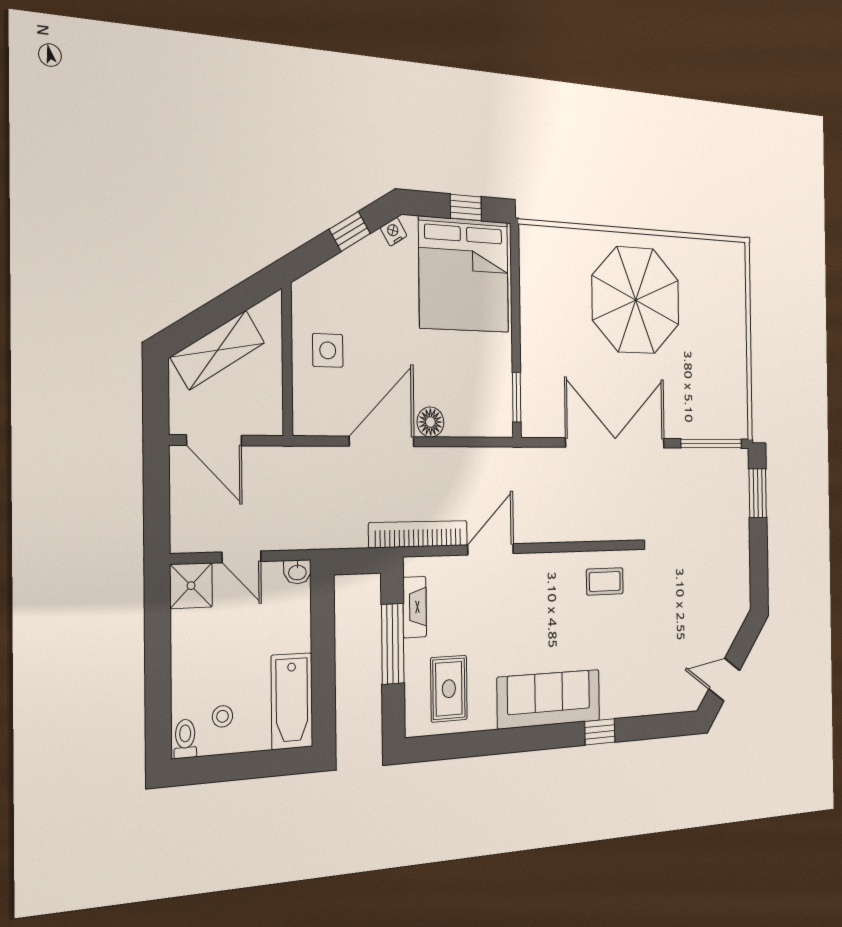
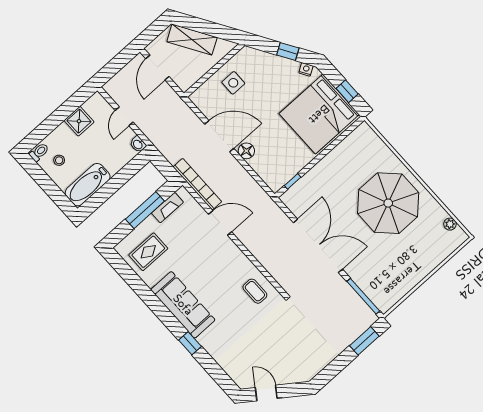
plant: (715, 250) -> (450, 224), added
window: (517, 397) -> (293, 181), width x0.67
shower: (191, 586) -> (79, 121), moved

